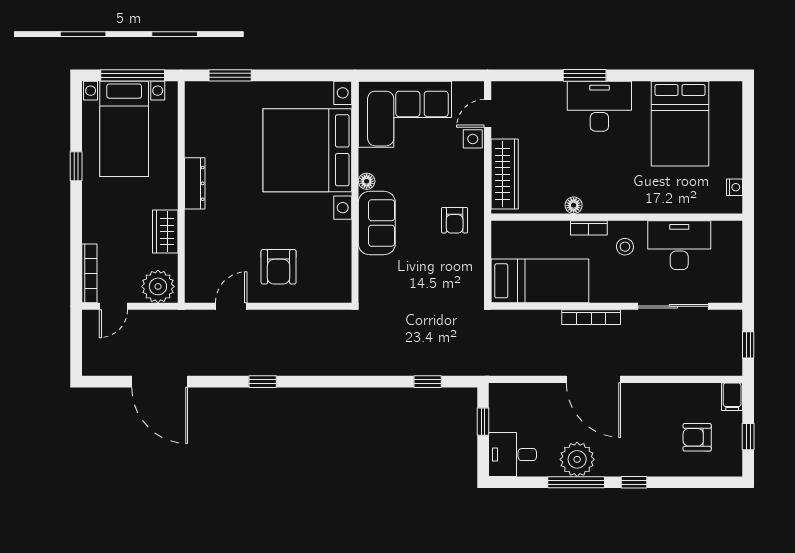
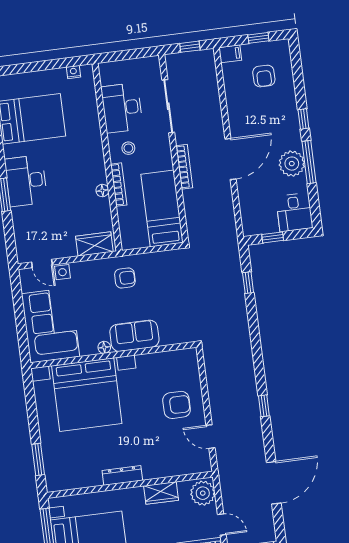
wardrobe: (505, 174) -> (94, 244), width x0.67
bookcase: (589, 228) -> (119, 185), width x1.56

